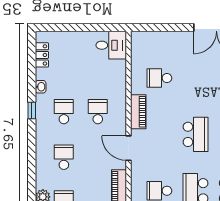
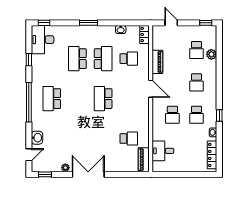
desk: (111, 45) -> (163, 151), moved
locker: (42, 55) -> (212, 155), width x1.53
piano: (138, 112) -> (144, 160), moved

